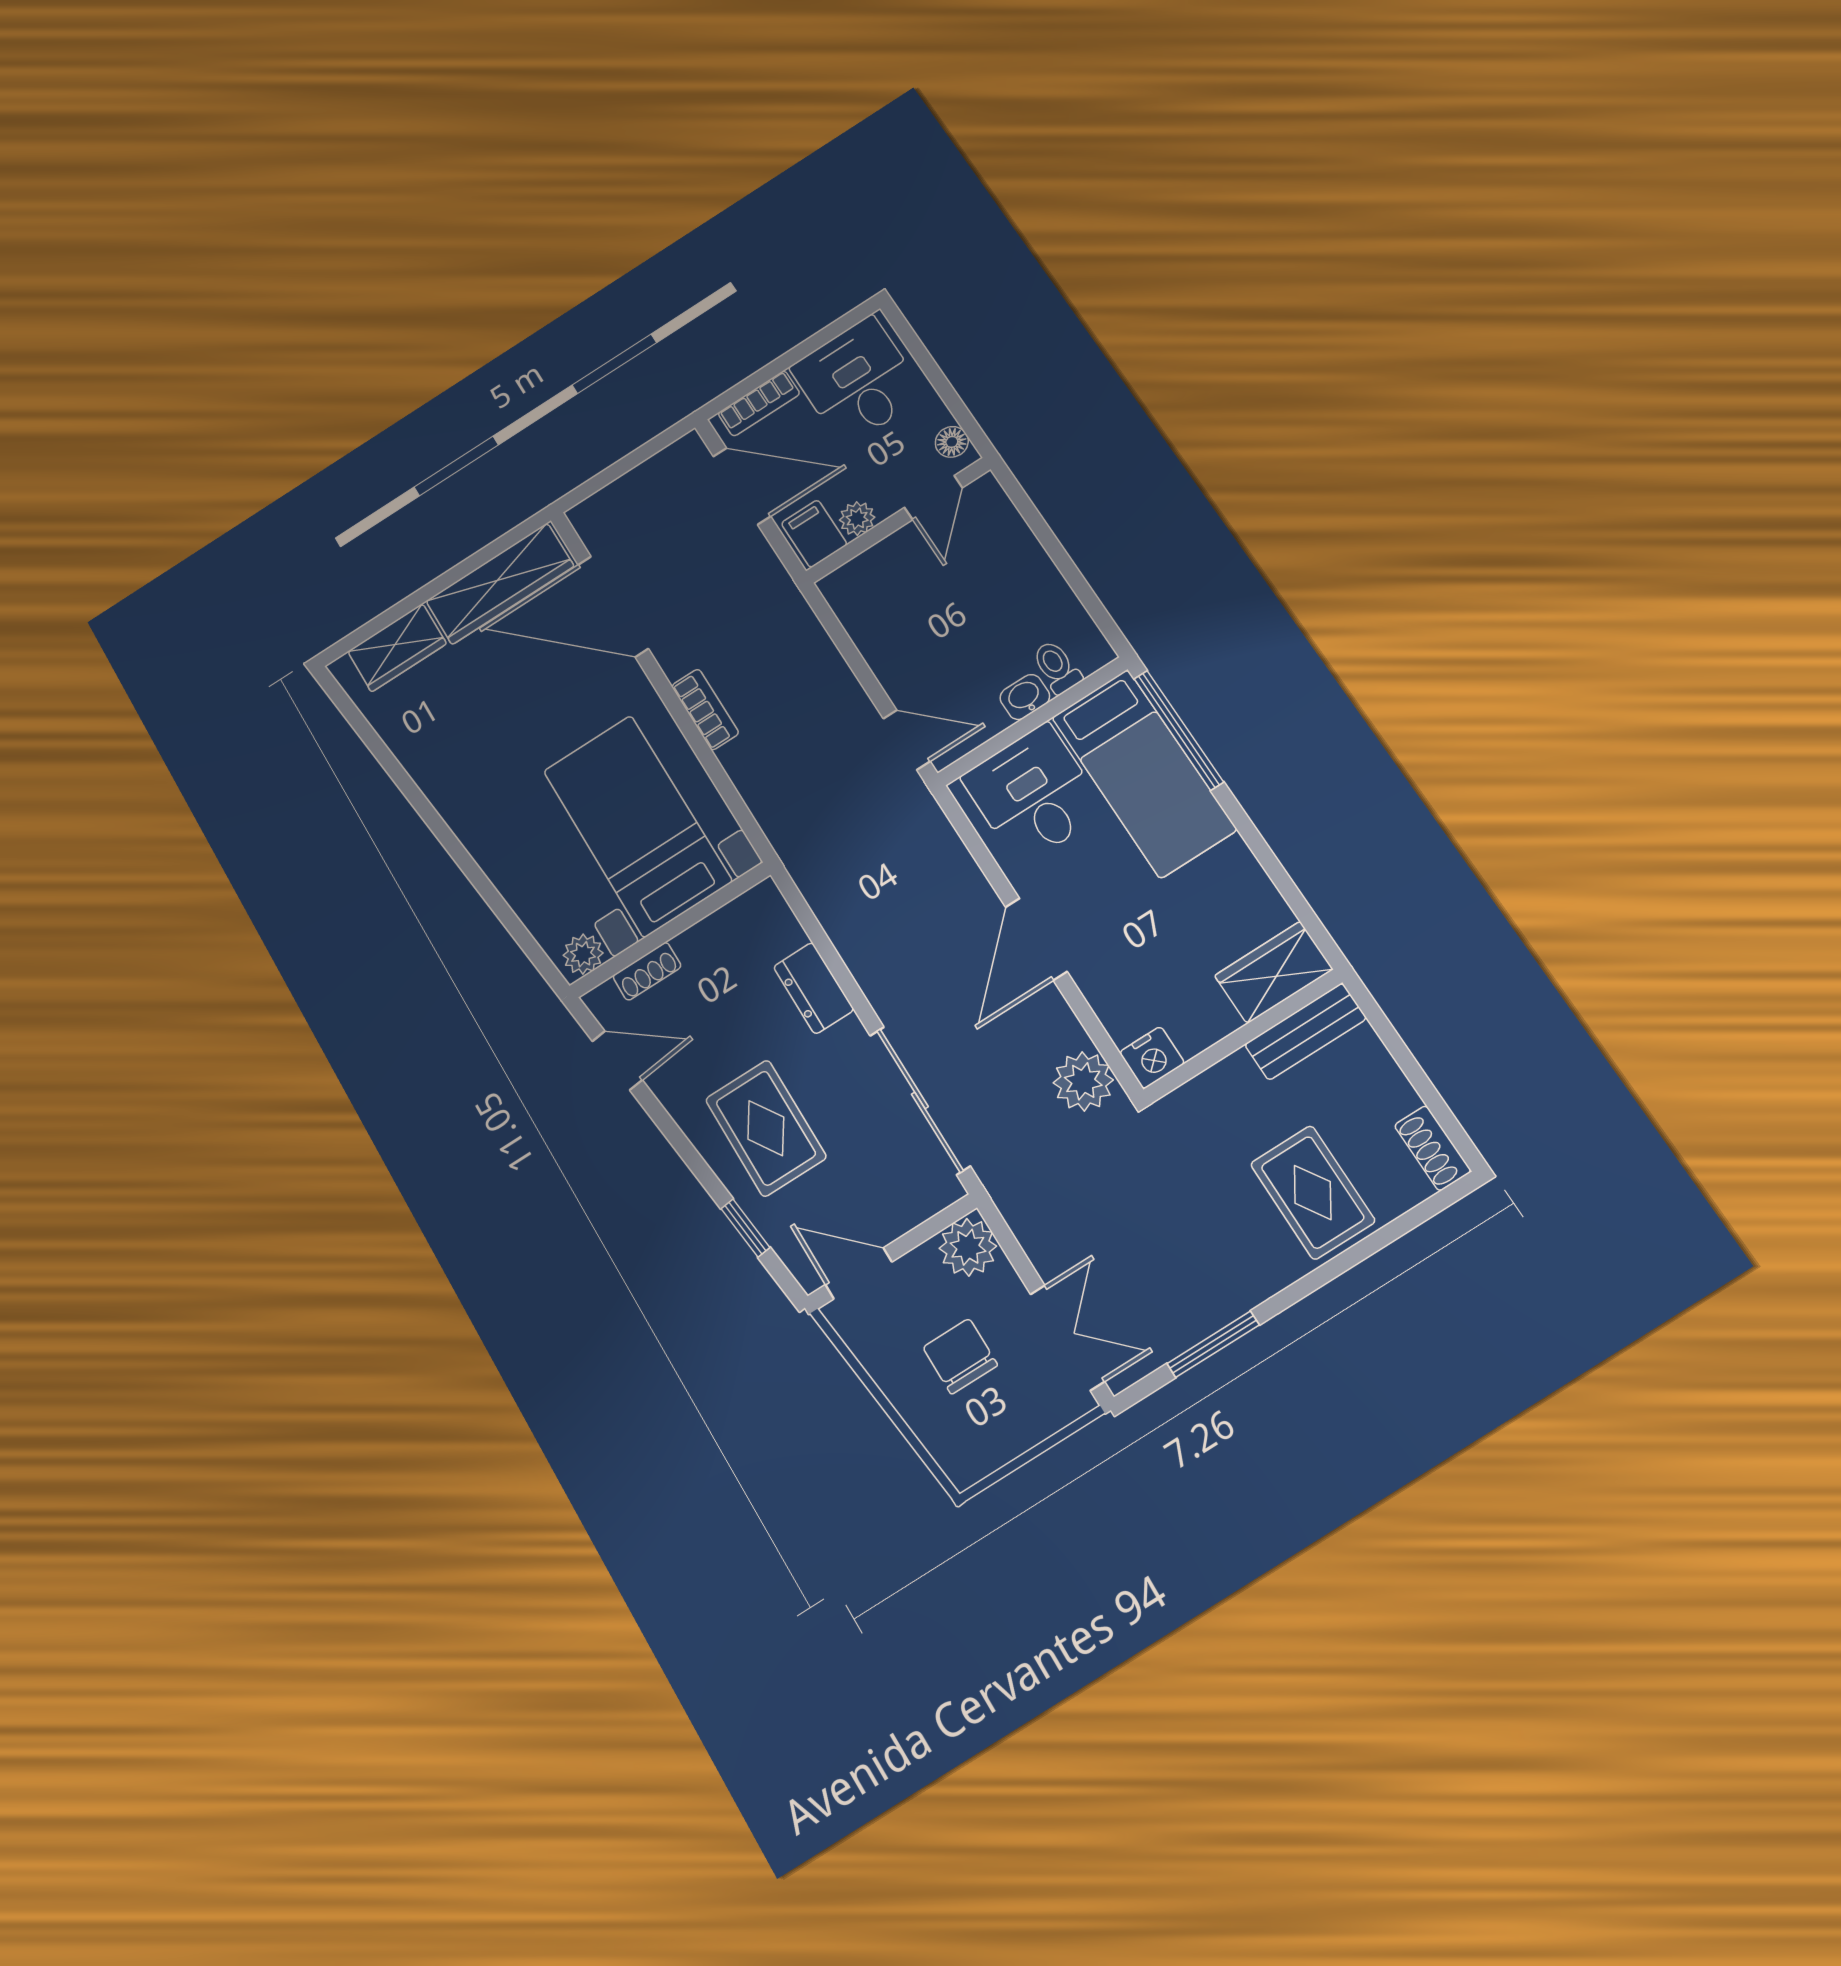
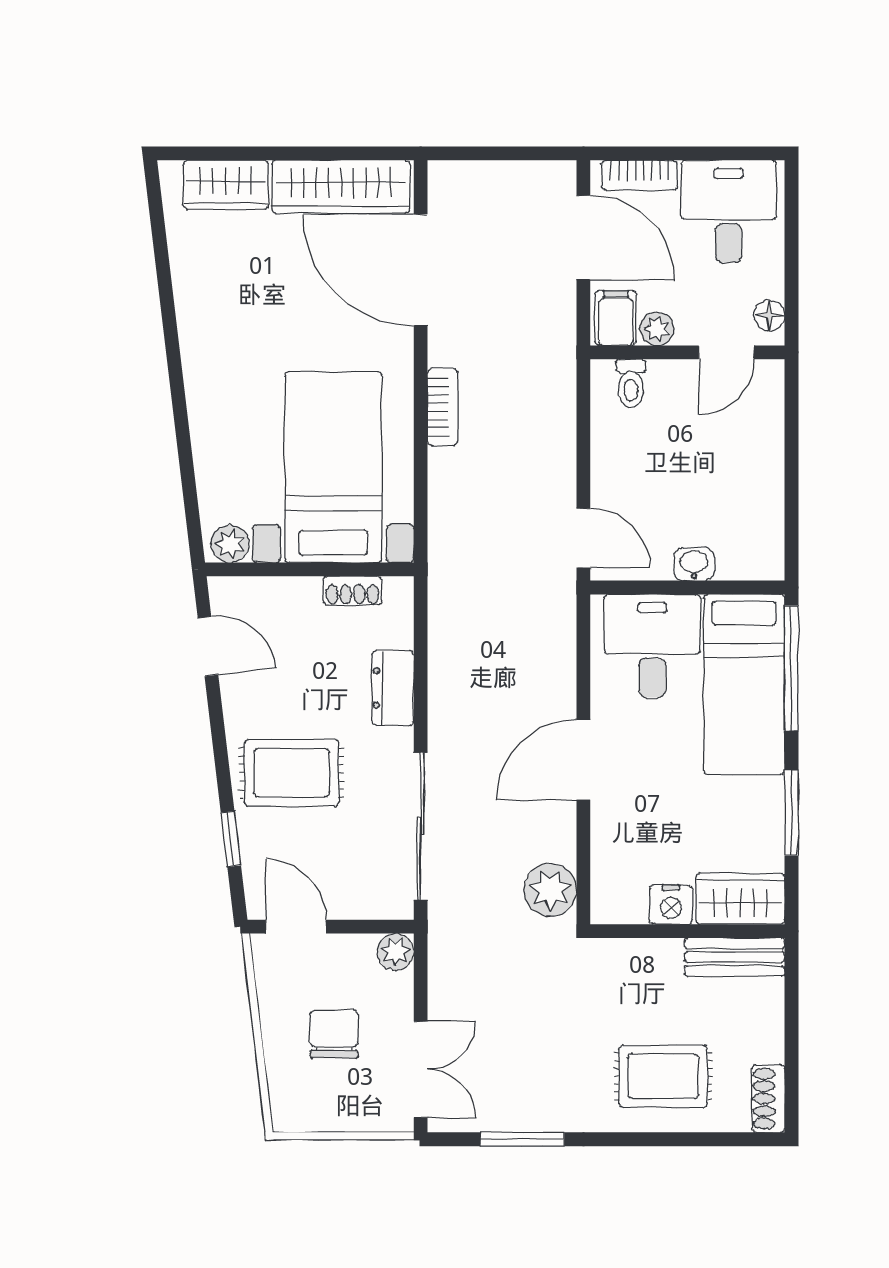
toilet: (1057, 667) -> (631, 383), moved, turned 180
window: (1269, 861) -> (791, 813), added
shoe rack: (647, 971) -> (352, 590), moved
nightstand: (1152, 1058) -> (671, 905), moved
rug: (766, 1128) -> (292, 773), turned 90
rug: (1313, 1192) -> (663, 1076), turned 90
plant: (968, 1247) -> (396, 952), width x0.73, depth x0.73

